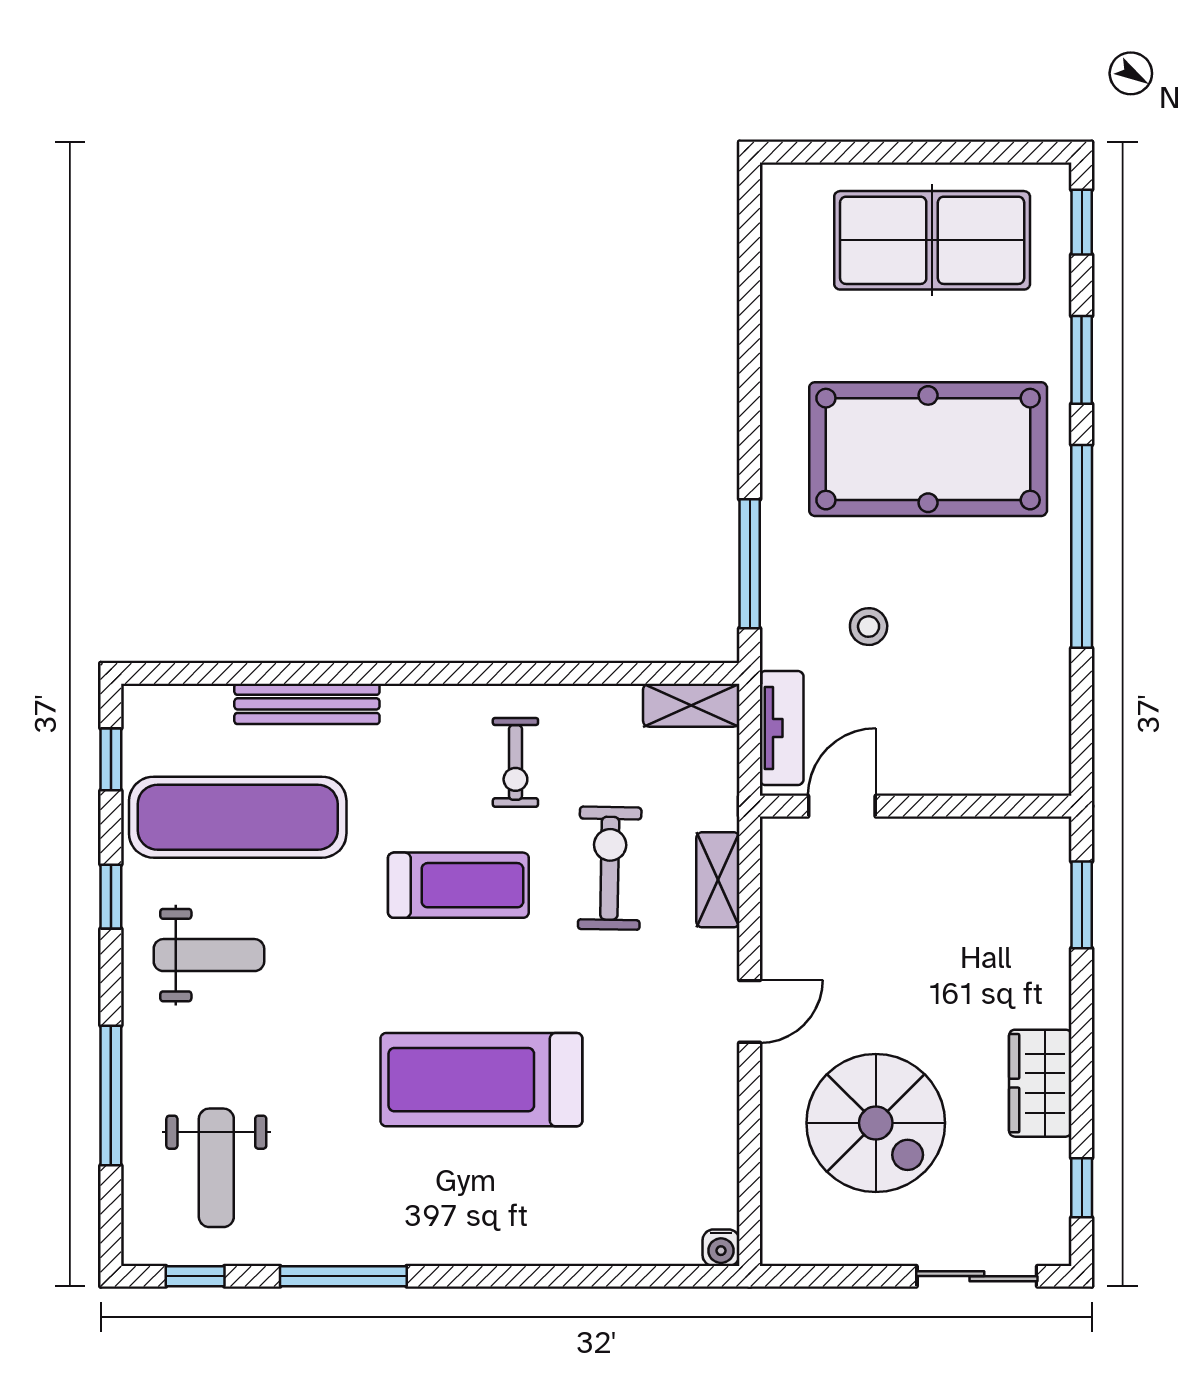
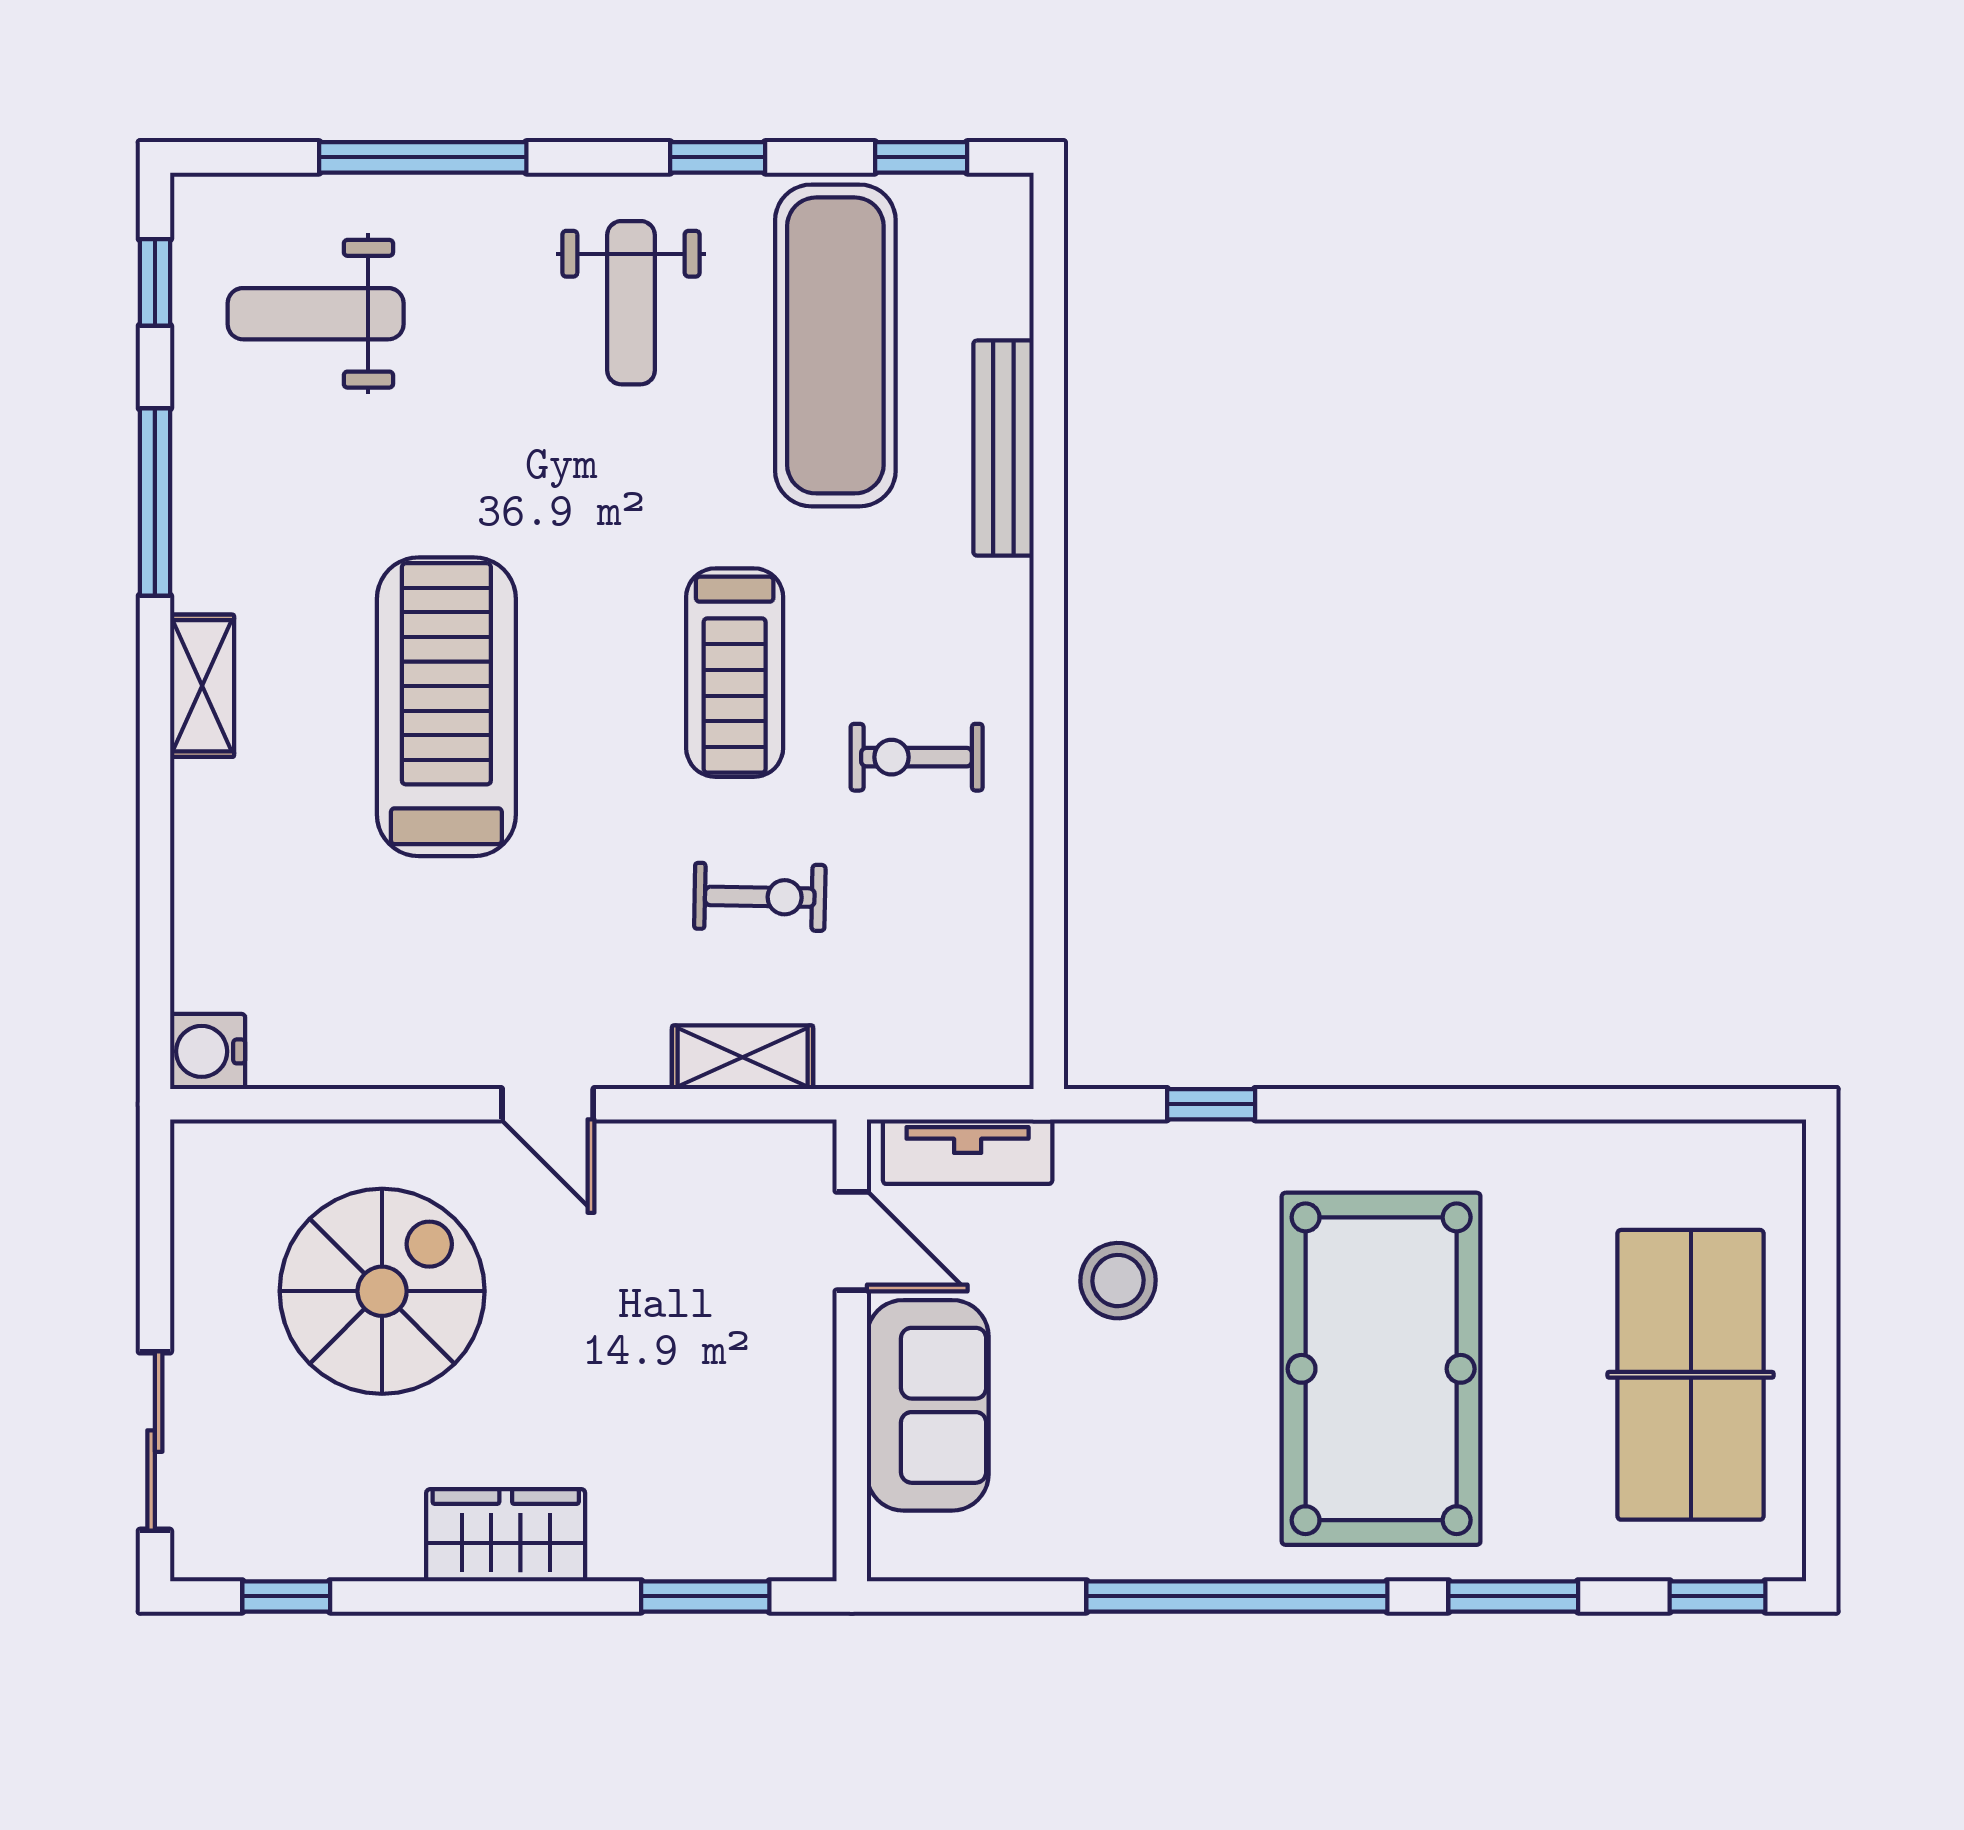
window: (750, 564) -> (1211, 1104), width x0.46
stool: (869, 627) -> (1118, 1281), width x1.37, depth x1.37
shelving: (691, 705) -> (202, 686), moved
sofa: (953, 755) -> (928, 1405), added
exercise bike: (610, 868) -> (760, 897), width x0.73, depth x0.72
wardrobe: (1040, 1083) -> (506, 1535), moved
spiral stairs: (876, 1123) -> (382, 1291), turned 180
water cooler: (721, 1248) -> (208, 1051), width x1.38, depth x1.38

